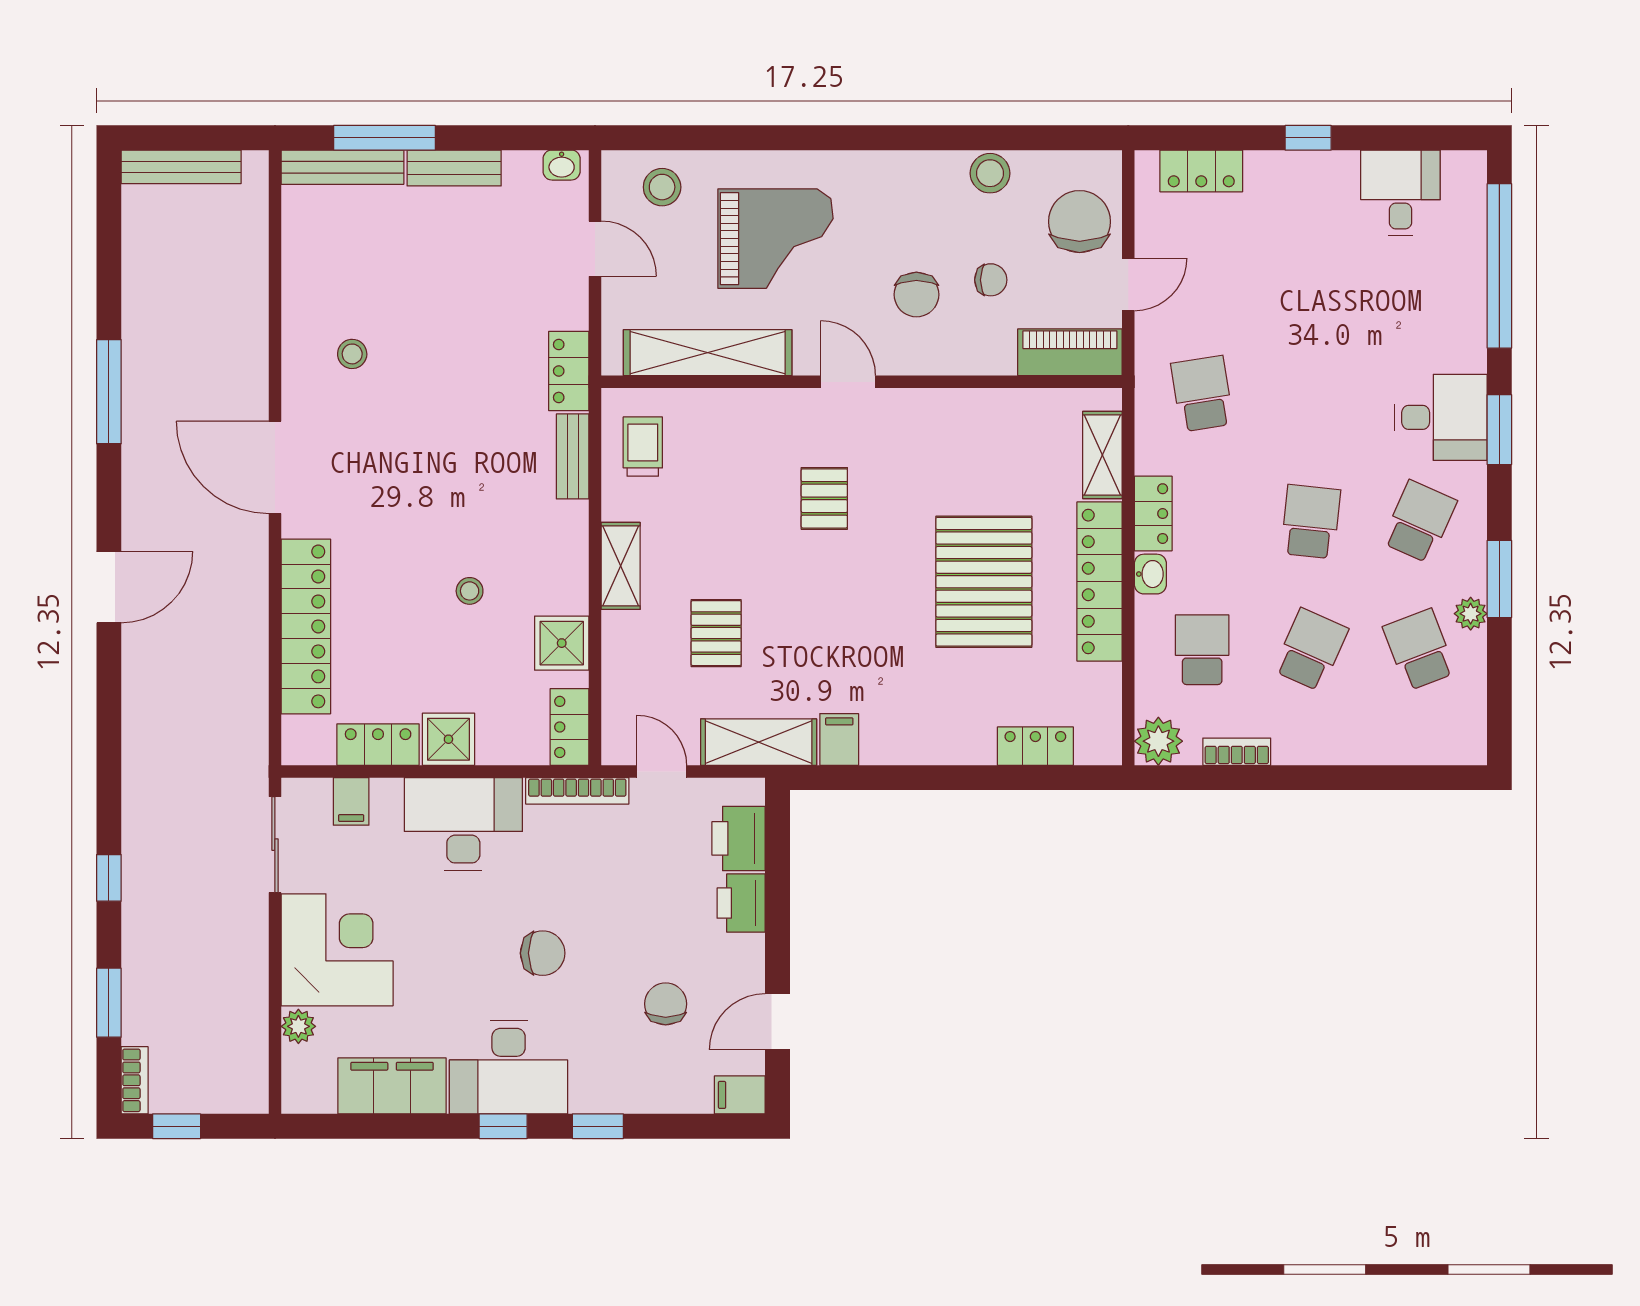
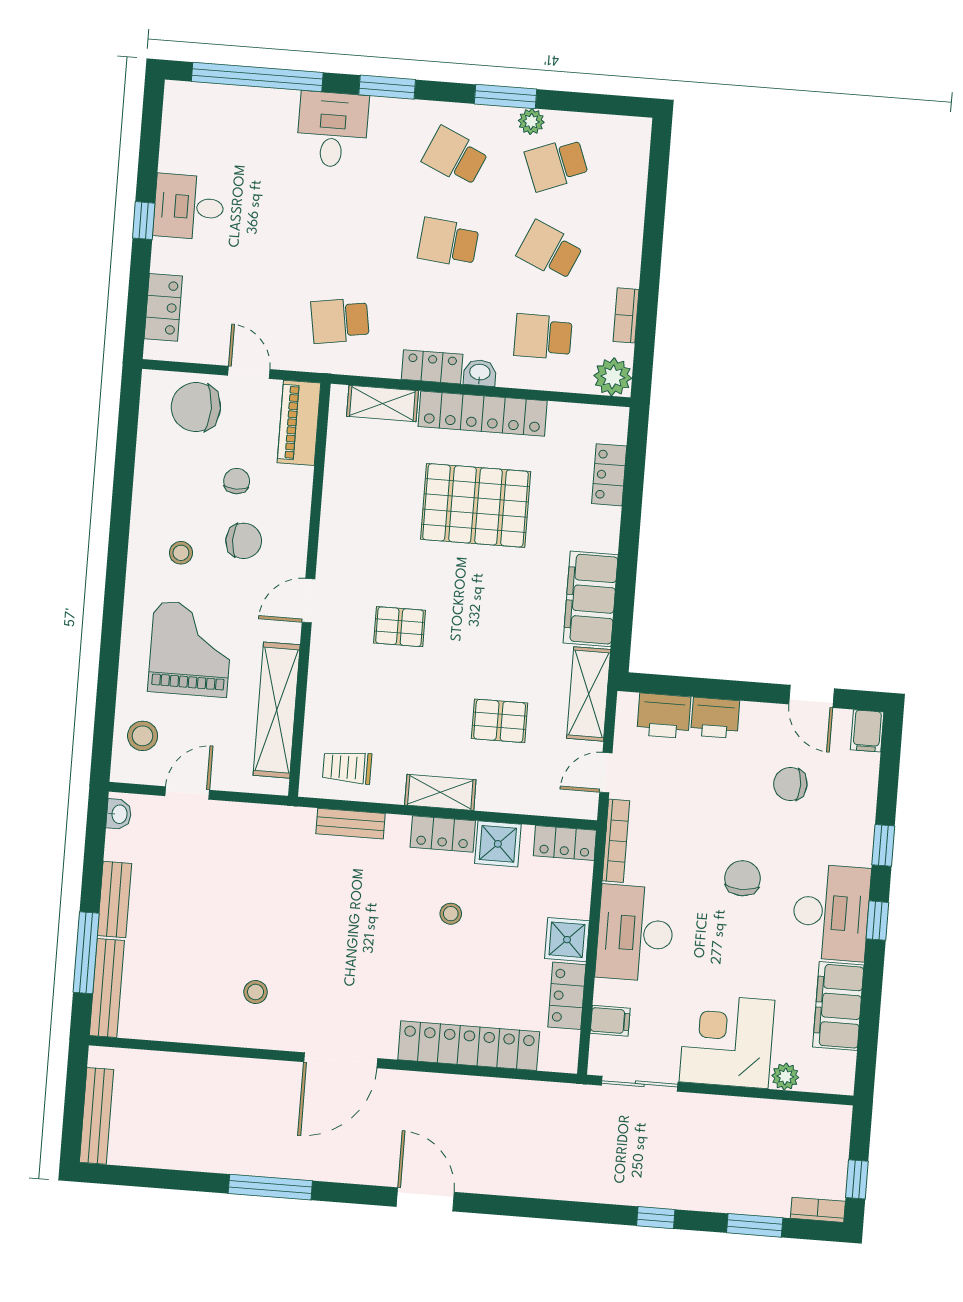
stool: (990, 173) -> (181, 553), moved, width x0.73, depth x0.73
desk: (1400, 193) -> (189, 207), moved
locker: (569, 371) -> (443, 834), moved
desk: (1441, 417) -> (333, 130), moved
filing cabinet: (839, 739) -> (591, 599), width x3.00, depth x1.17

